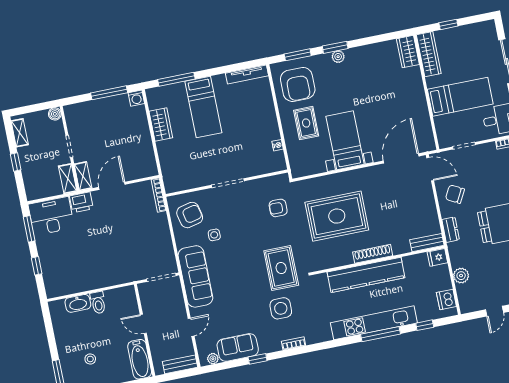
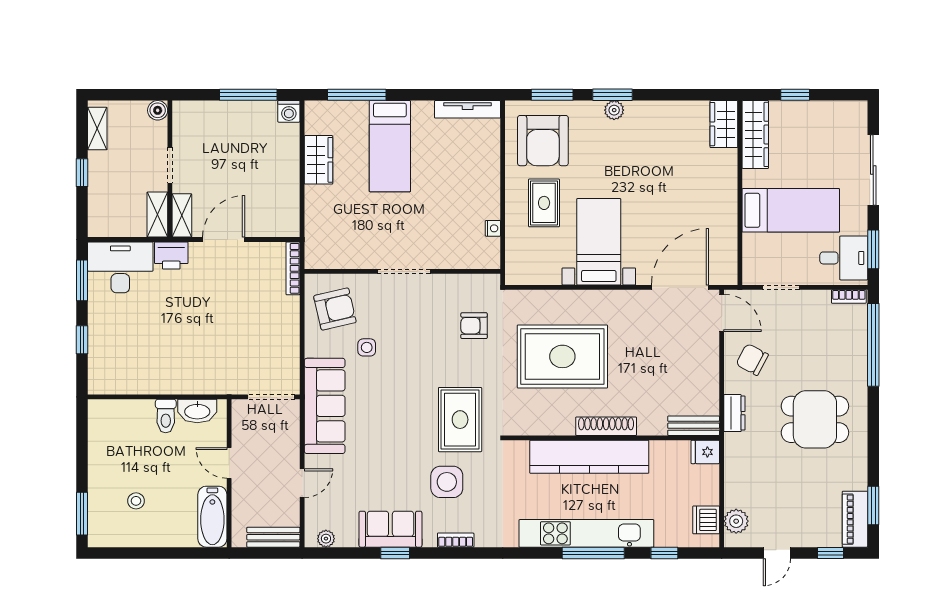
plant: (461, 276) -> (736, 521), moved
washbasin: (78, 303) -> (197, 411), moved
sofa: (238, 348) -> (390, 529), moved

